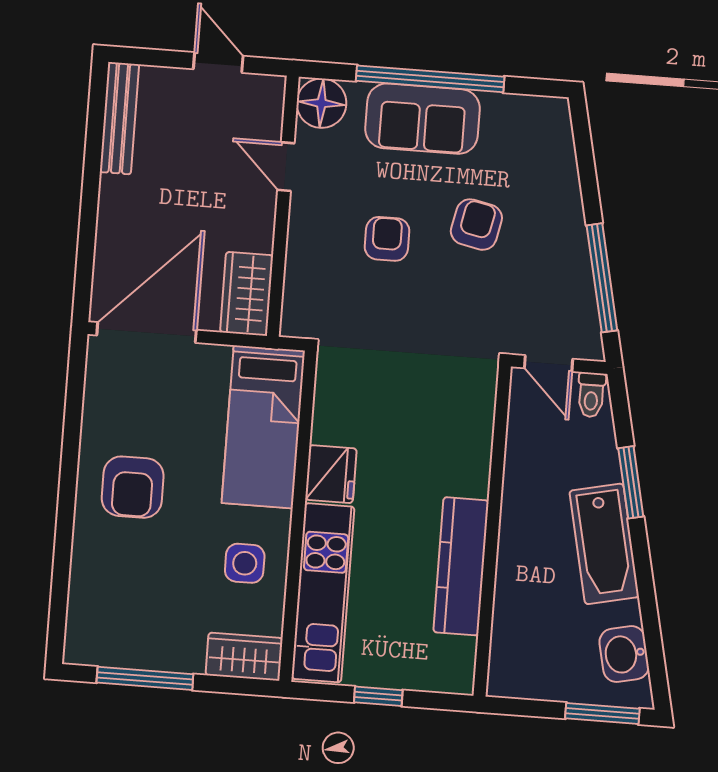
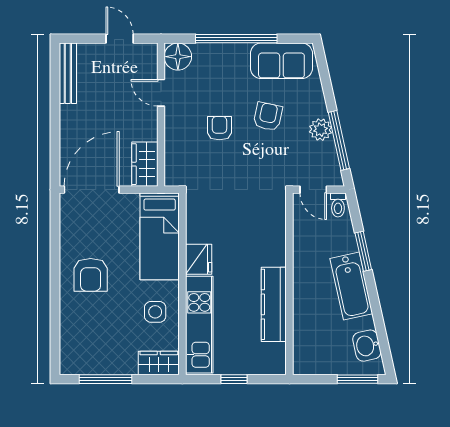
sofa: (422, 119) -> (281, 61), moved
plant: (570, 256) -> (321, 130), added

